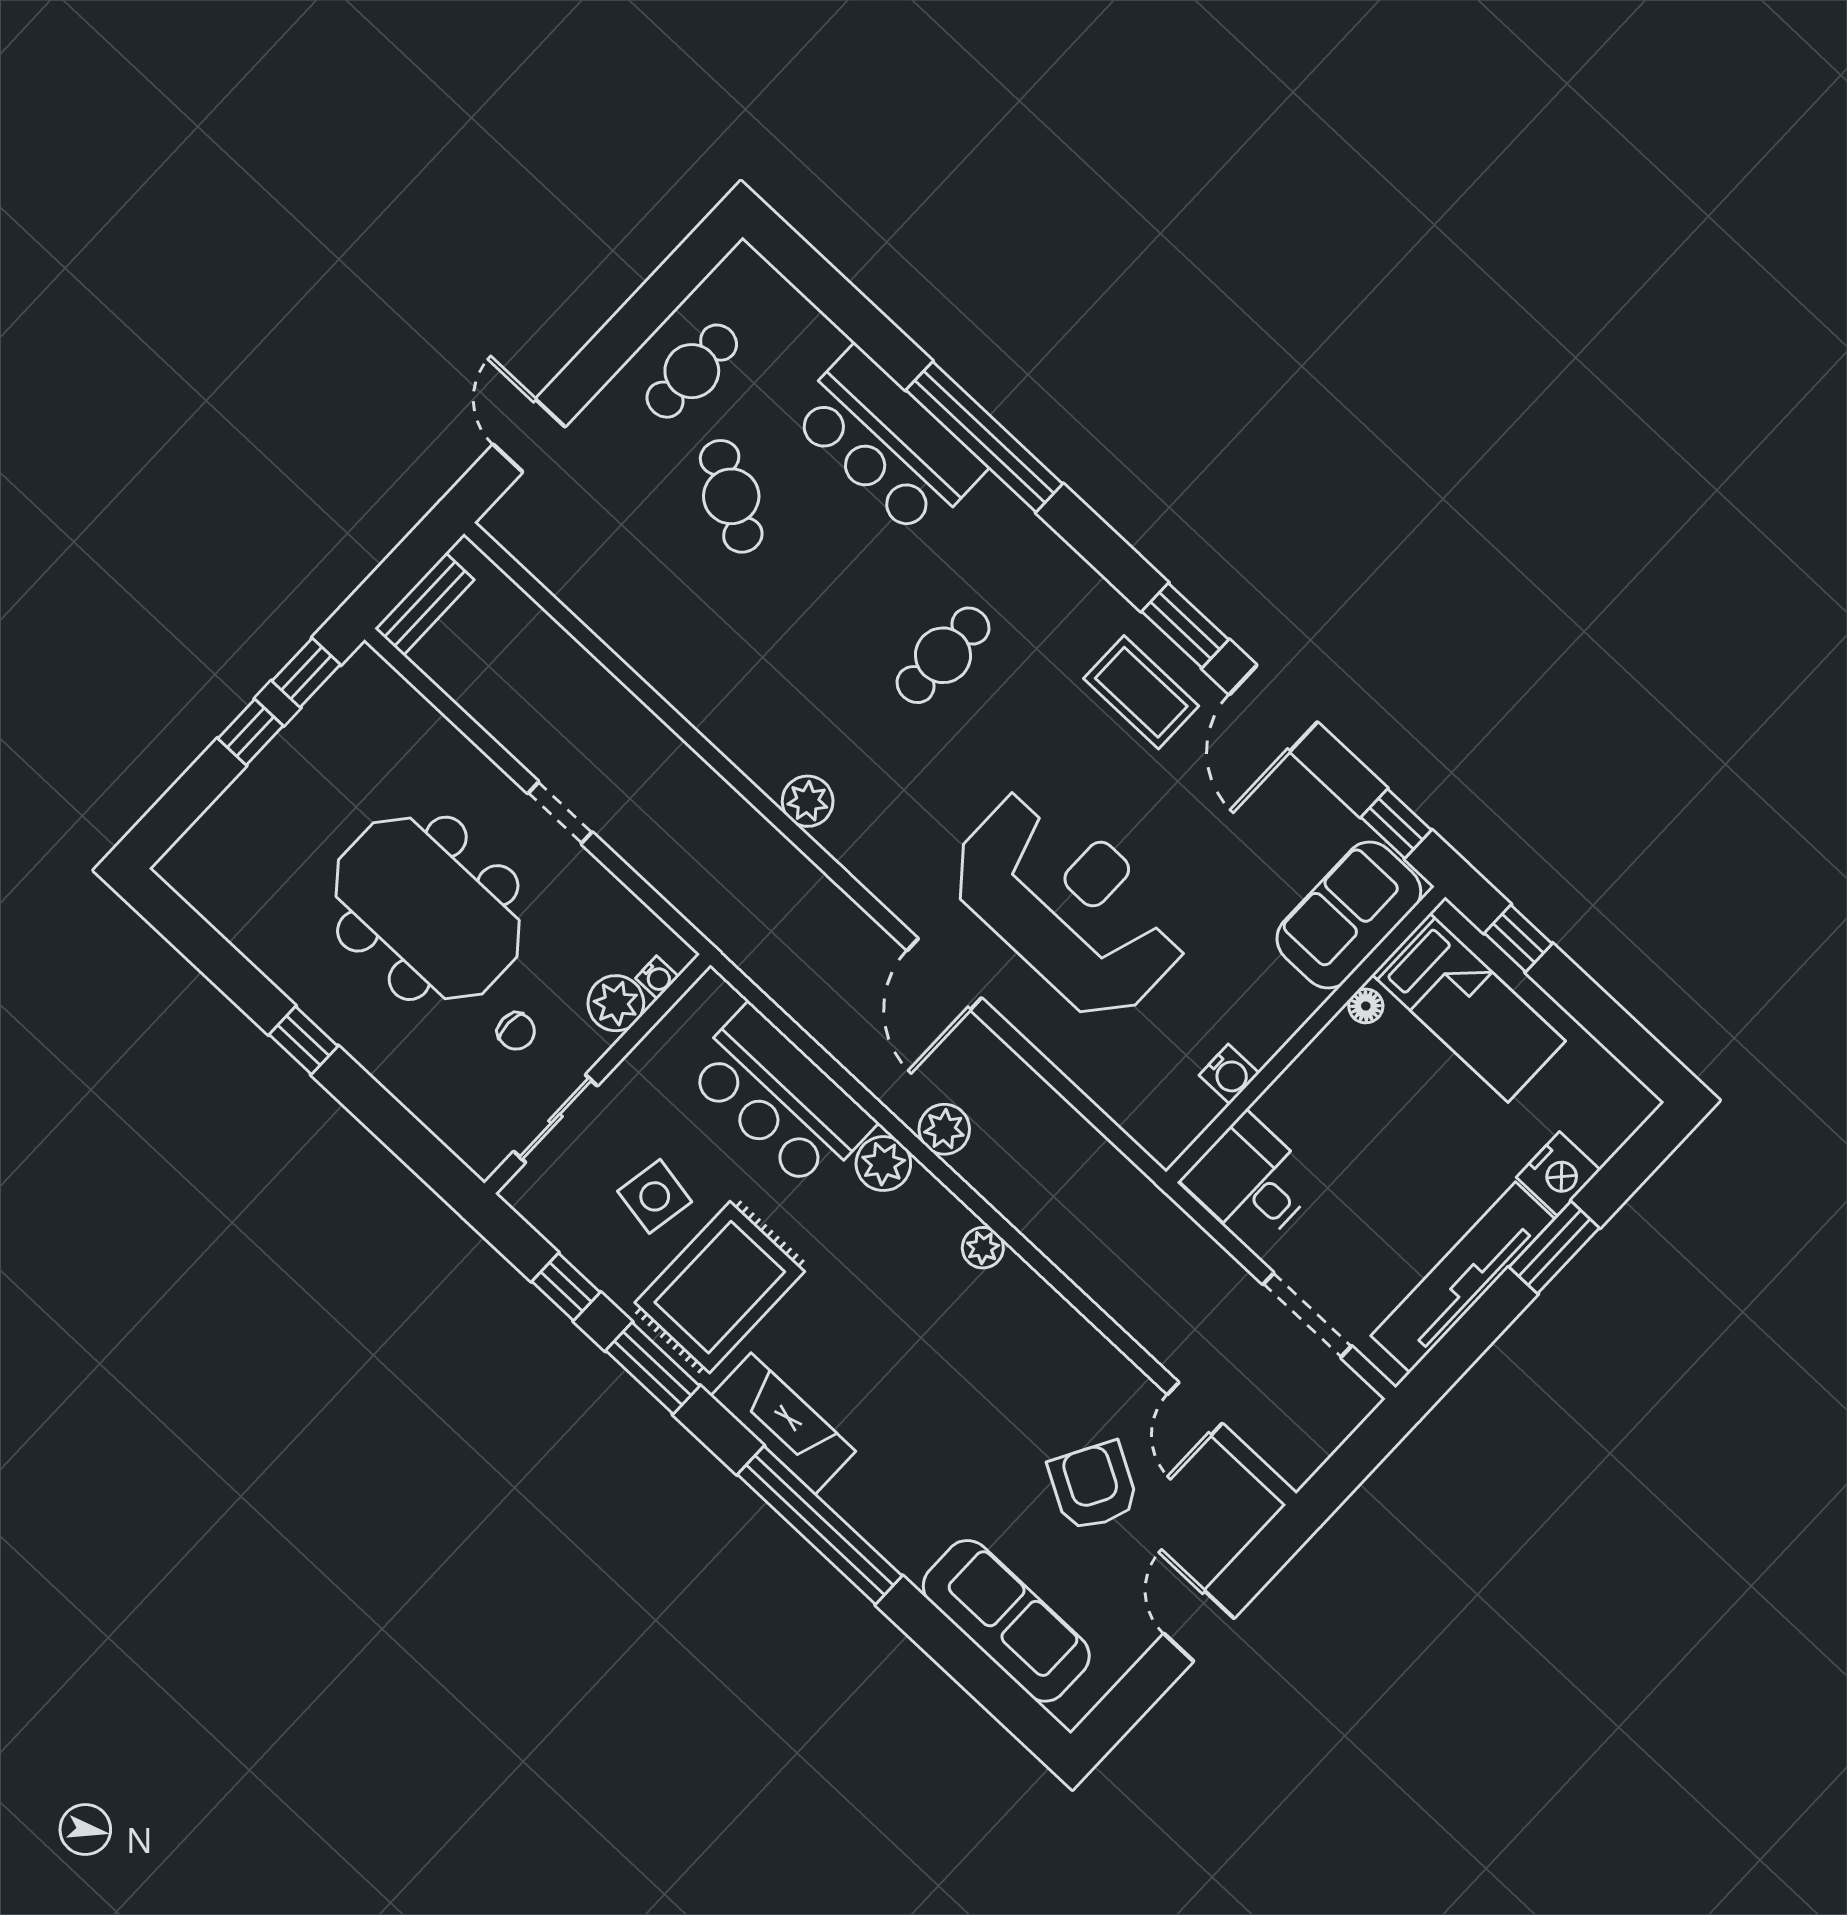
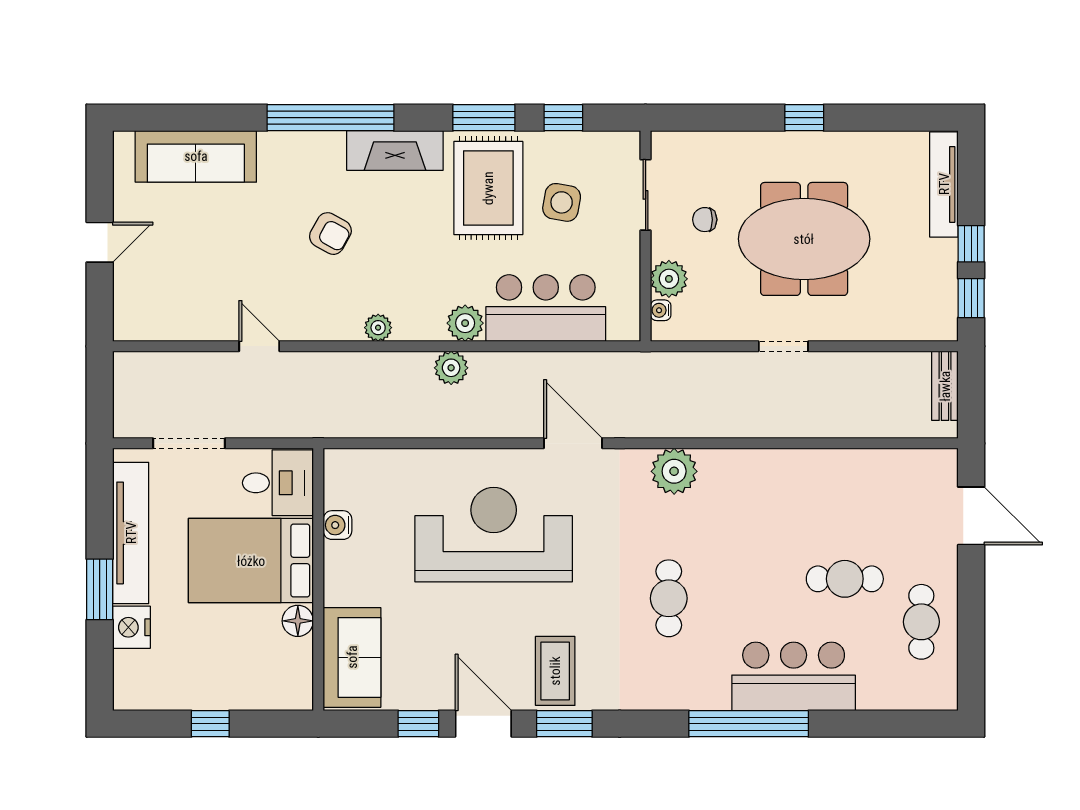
door: (529, 436) -> (971, 516), width x1.38
cafe table: (731, 496) -> (845, 579), turned -30
coffee table: (1141, 692) -> (555, 671), turned 90
plant: (808, 801) -> (674, 471), width x1.36, depth x1.36
window: (1396, 824) -> (418, 724), moved
tv unit: (219, 825) -> (944, 184), added
reception desk: (1069, 904) -> (494, 535), turned 180
window: (1518, 938) -> (210, 724), moved
door: (944, 974) -> (573, 443), moved
floor lamp: (1366, 1006) -> (298, 621), width x1.37, depth x1.37
bed: (1469, 1008) -> (251, 561), moved, width x1.50
door: (1195, 1409) -> (259, 346), moved
armchair: (1093, 1486) -> (330, 234), moved, width x0.72, depth x0.72
door: (1199, 1626) -> (100, 242), hinge flipped

